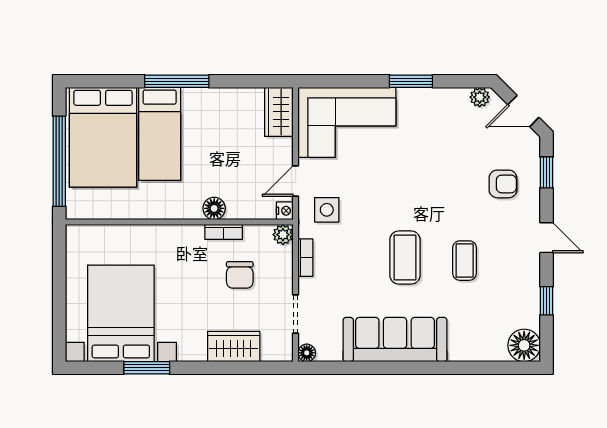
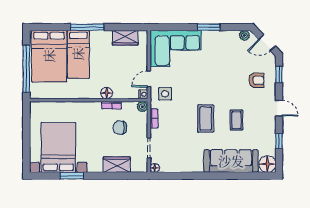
wardrobe: (279, 112) -> (125, 38), moved, turned -90
chair: (240, 275) -> (120, 128), turned 90
sofa: (395, 340) -> (231, 161), moved

